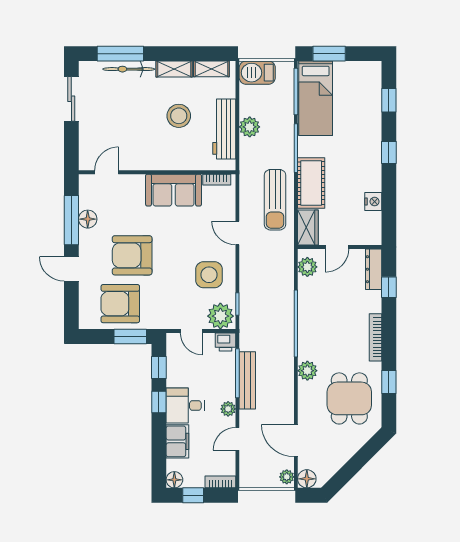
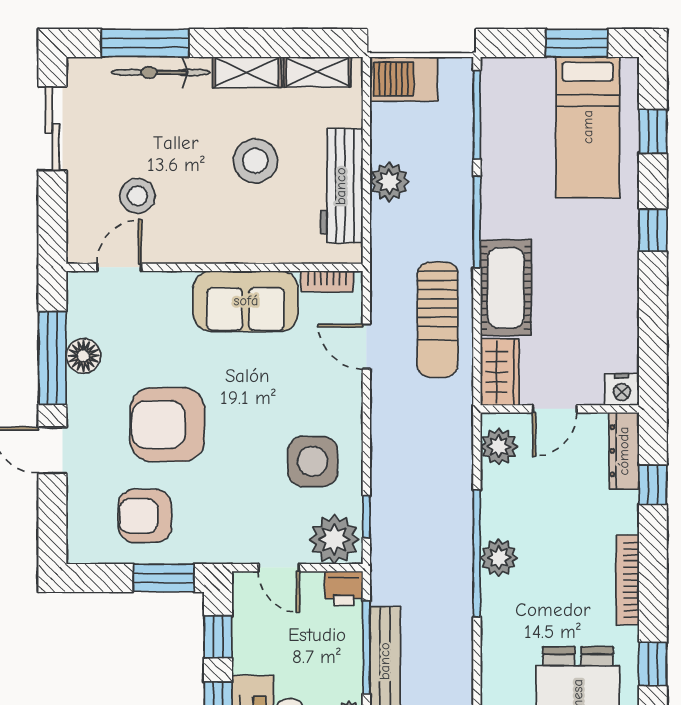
window: (329, 54) -> (577, 43), moved
bed: (316, 98) -> (588, 127), moved
stool: (116, 134) -> (138, 196), added
nightstand: (373, 202) -> (622, 390), moved, turned 90
door: (237, 233) -> (366, 346), moved
armchair: (120, 304) -> (145, 516), width x0.73, depth x0.73
plant: (307, 371) -> (499, 558), moved

